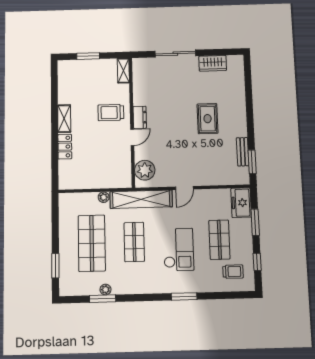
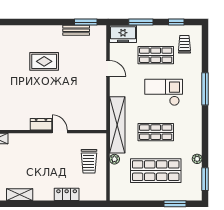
trolley: (111, 113) -> (89, 161), moved
shelving: (64, 119) -> (20, 195), moved
plant: (145, 170) -> (91, 121), removed
door: (184, 188) -> (108, 68), moved
window: (184, 296) -> (205, 89), width x1.44
window: (103, 299) -> (205, 179), moved

